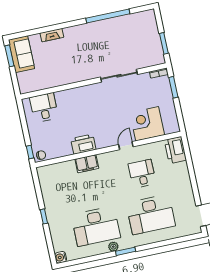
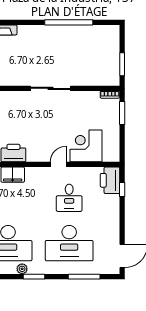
sliding door: (119, 76) -> (51, 88), moved
window: (188, 156) -> (122, 189), added
desk: (142, 174) -> (69, 198), turned 180
window: (171, 242) -> (84, 277), added

